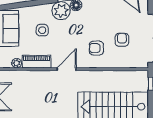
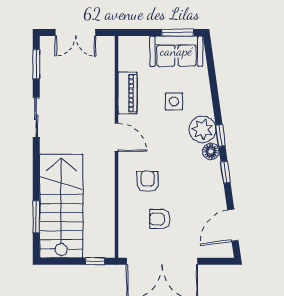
armchair: (122, 40) -> (160, 219), turned 180
plant: (17, 63) -> (125, 64), removed

